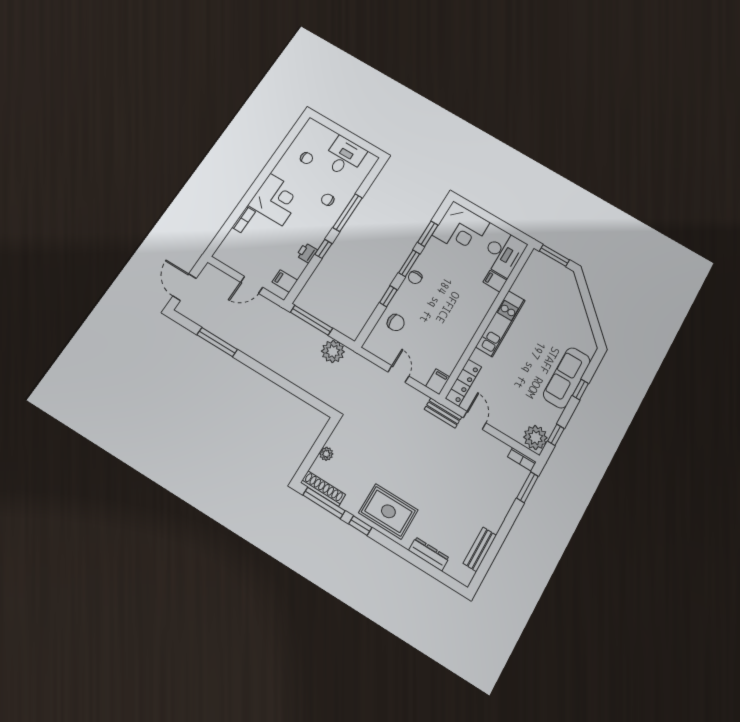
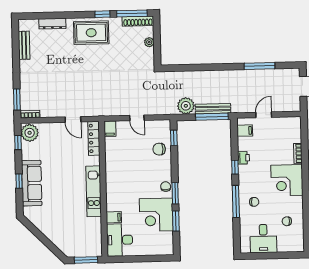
corner desk: (461, 229) -> (156, 215), moved, turned -90
window: (388, 296) -> (174, 138), moved
bench: (443, 413) -> (213, 109), moved, width x1.36

